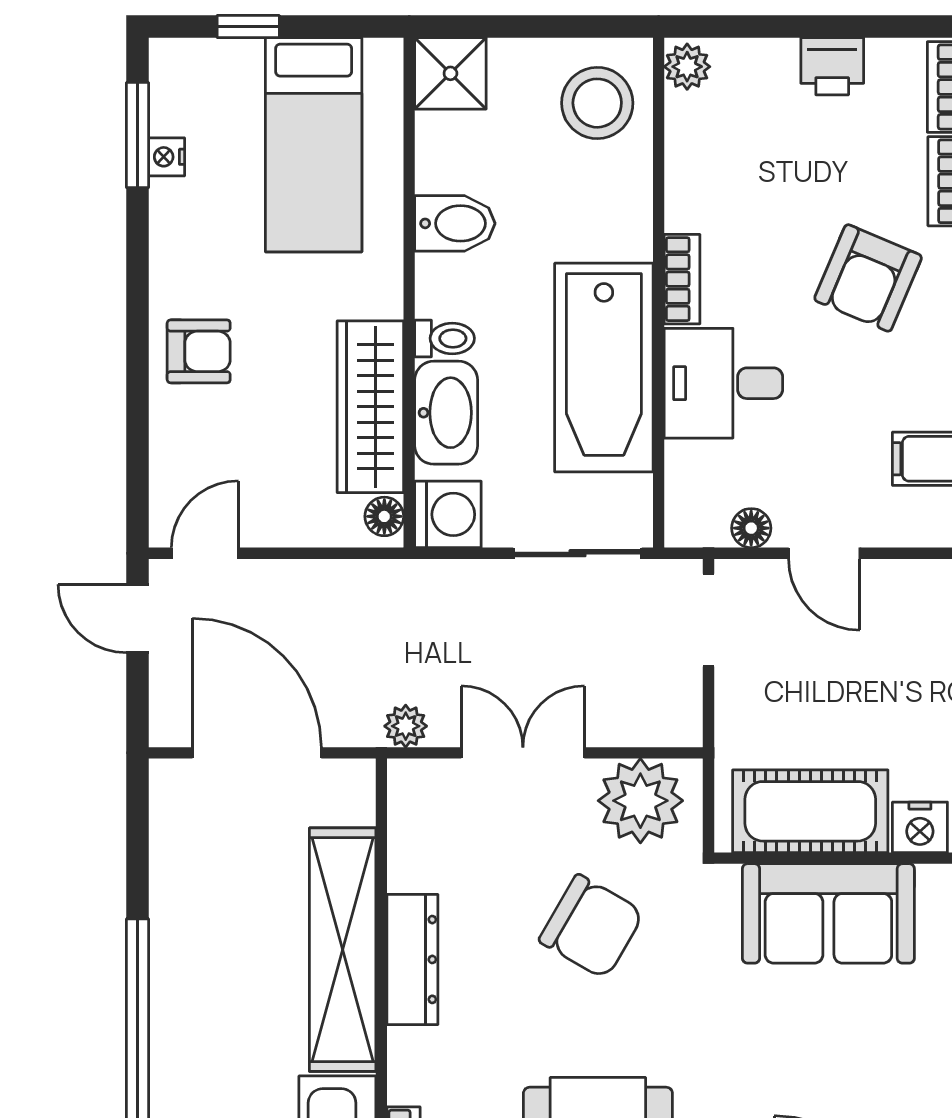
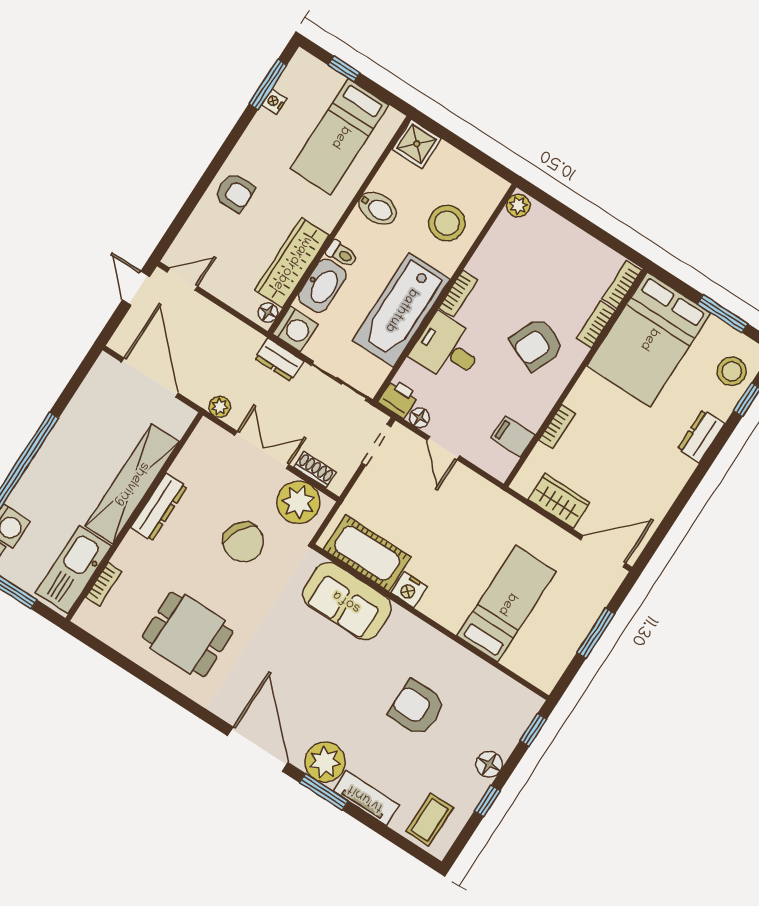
printer: (832, 66) -> (398, 399), moved, turned 180
stool: (597, 103) -> (447, 223), moved
dresser: (454, 583) -> (279, 360), added
shoe rack: (633, 729) -> (315, 470), added

